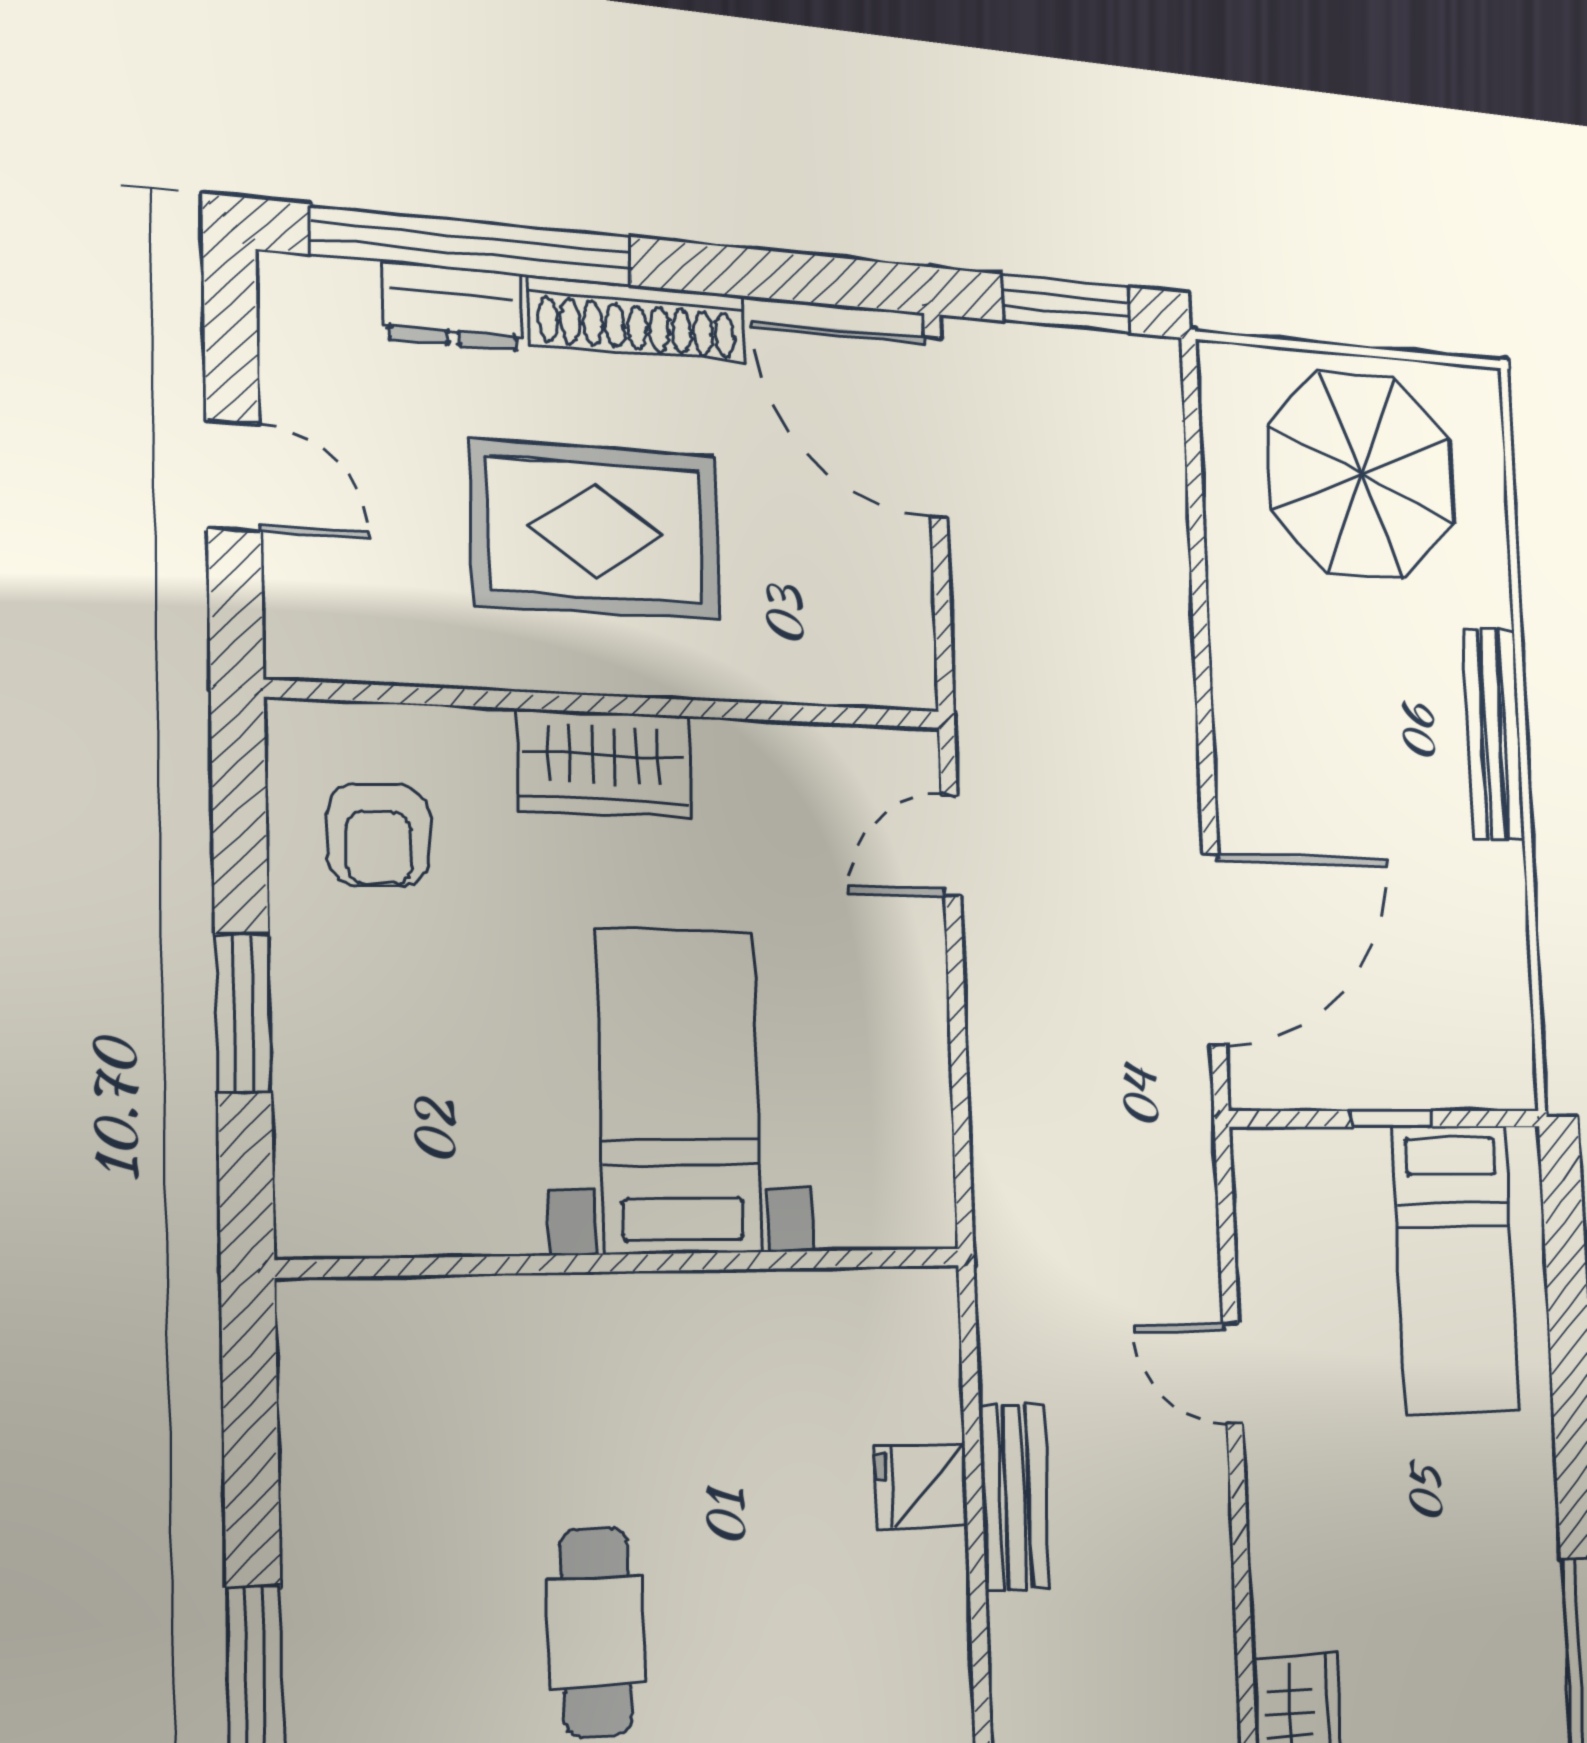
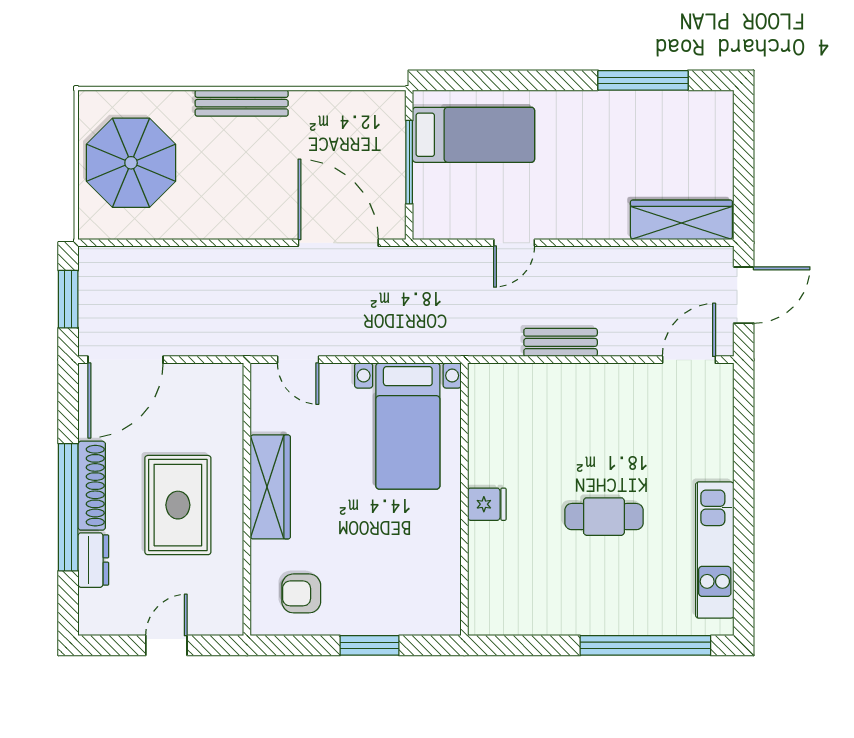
window: (473, 245) -> (68, 507), moved
wardrobe: (604, 763) -> (270, 487), width x1.50
armchair: (378, 835) -> (301, 593), turned 180
bed with nightstands: (679, 1091) -> (408, 426), moved, turned -90
window: (1392, 1119) -> (409, 162), width x2.17
fridge: (921, 1486) -> (487, 504), moved, turned -90

